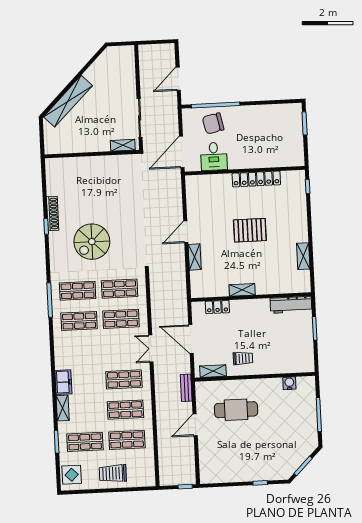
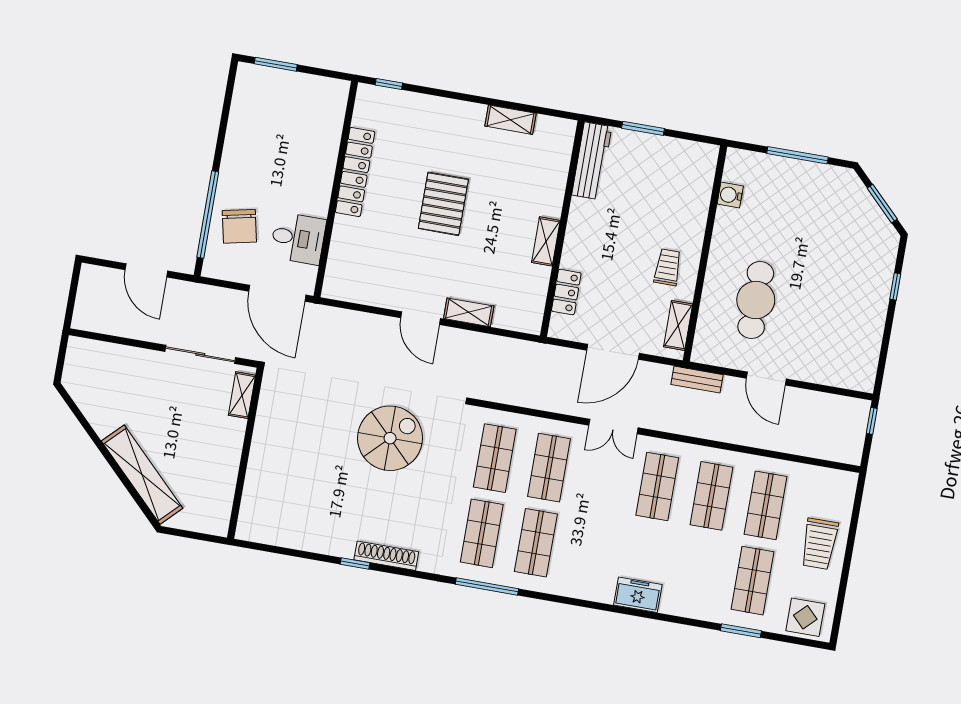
shoe rack: (53, 214) -> (386, 556), moved
spiral stairs: (92, 242) -> (390, 438), moved, turned -90
shelving: (63, 408) -> (684, 607), removed

